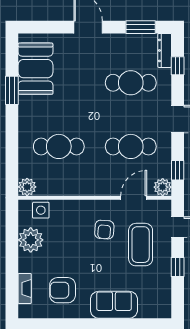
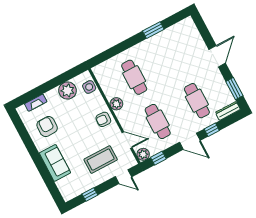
window: (178, 66) -> (212, 130), moved
booth: (35, 69) -> (174, 37), removed
plant: (27, 187) -> (116, 104), moved
armchair: (104, 230) -> (103, 119), moved
window: (178, 267) -> (90, 194), moved

